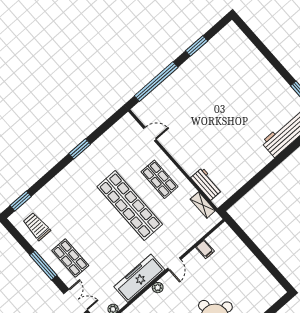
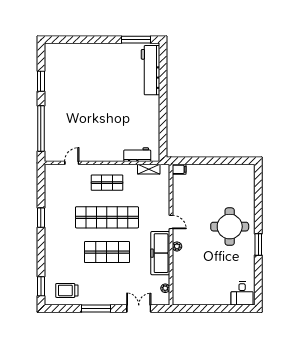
filing cabinet: (205, 249) -> (179, 169), moved
shop shelf: (70, 258) -> (107, 252), moved, width x1.43, depth x1.36

